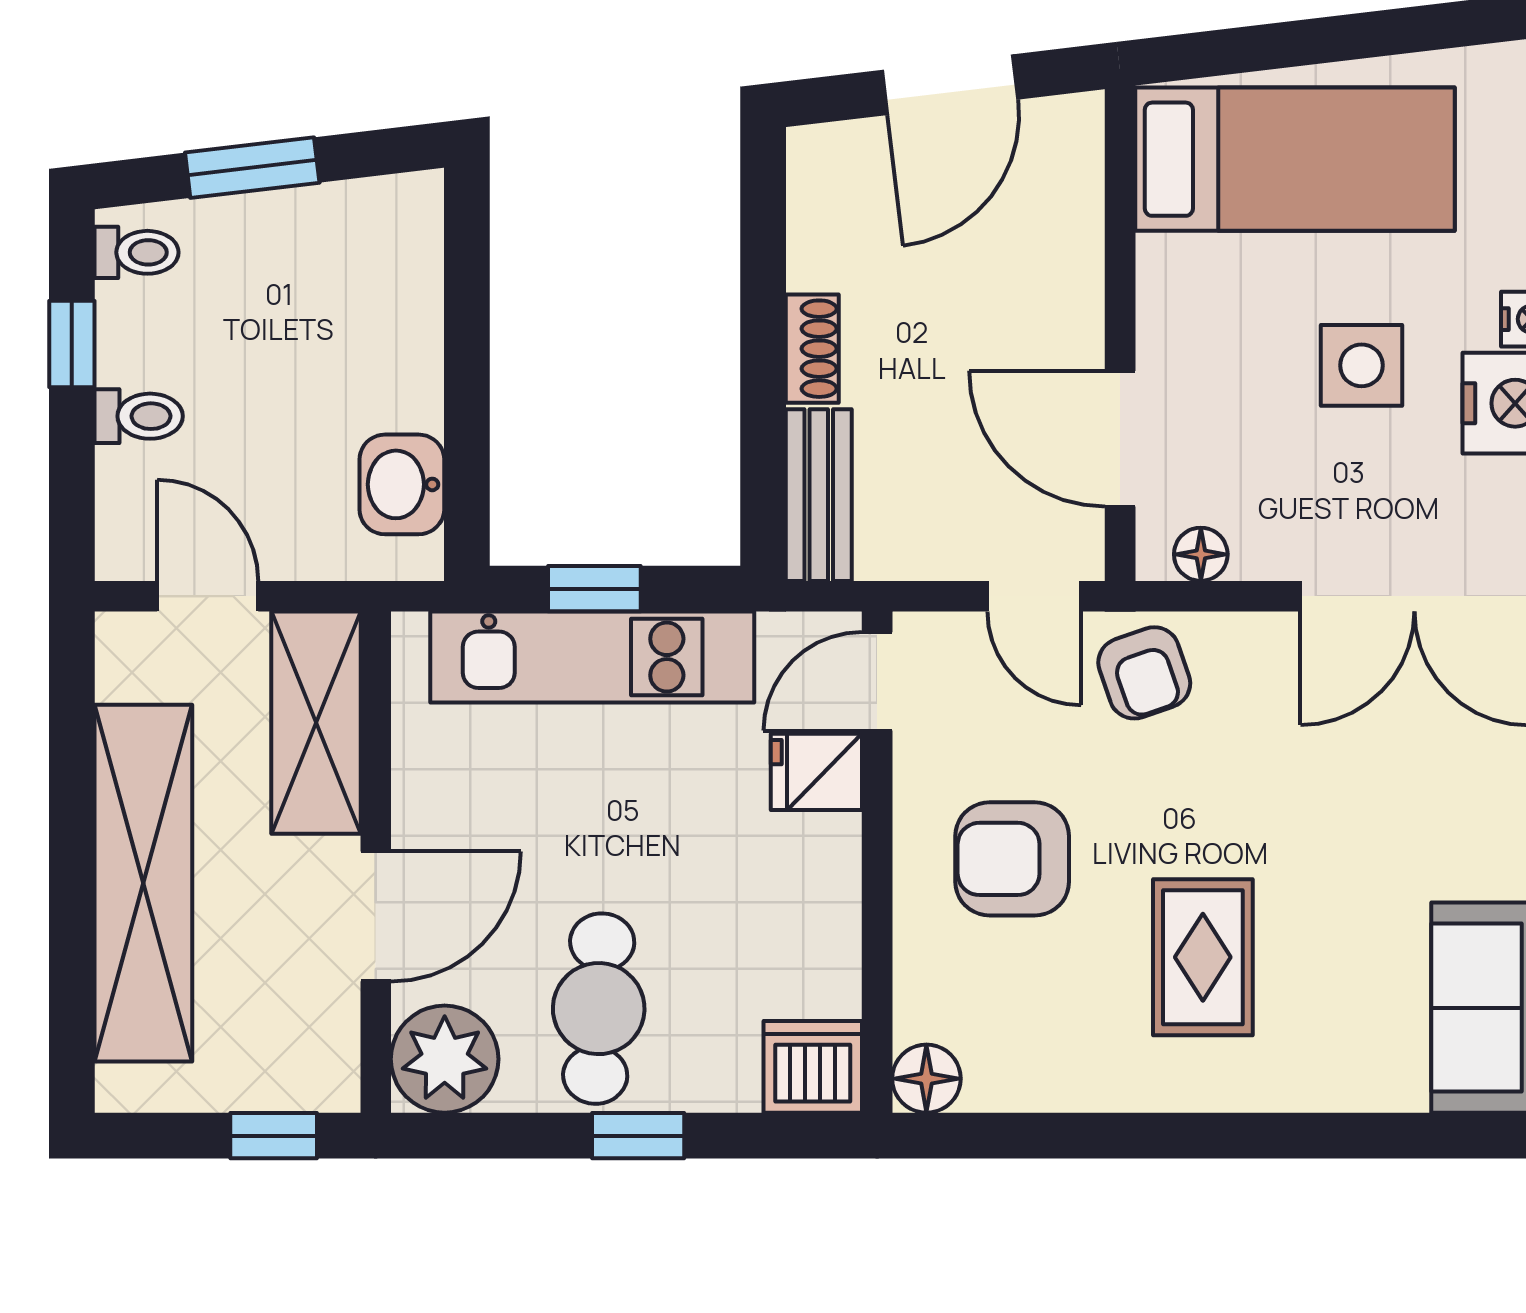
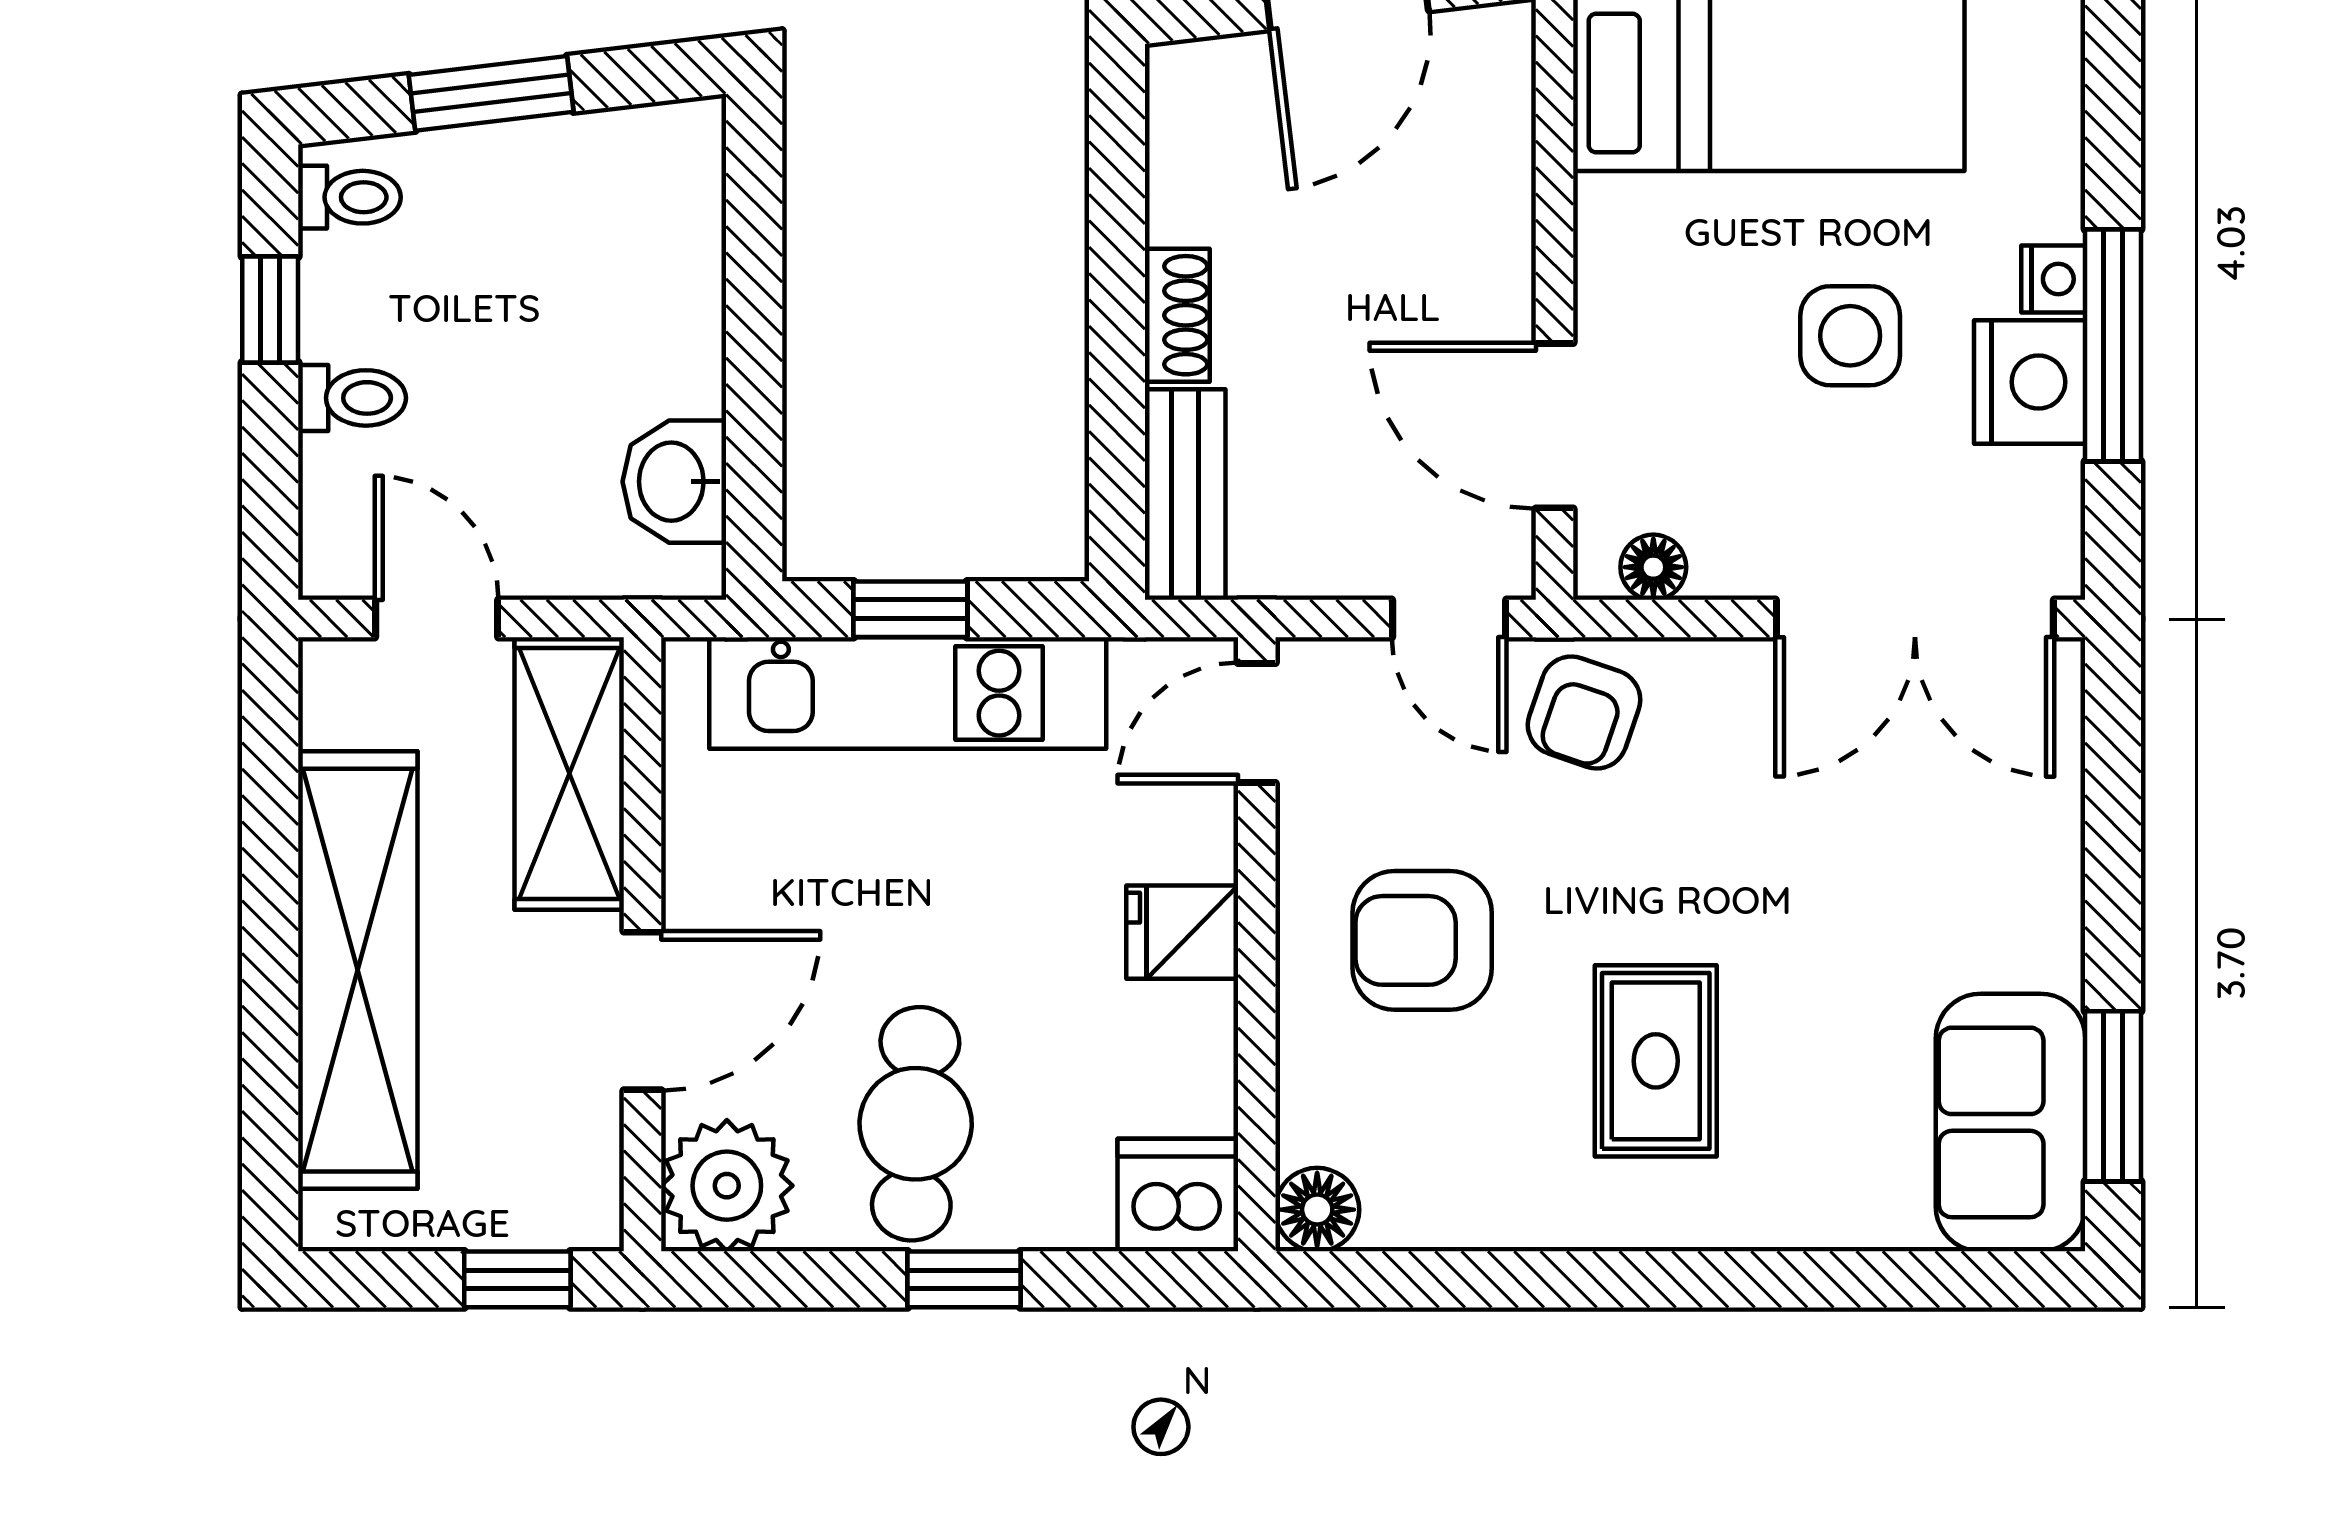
armchair: (1144, 673) -> (1584, 712), turned 38
fridge: (816, 772) -> (1182, 932), moved

